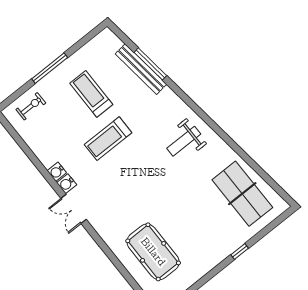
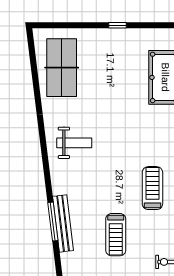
treadmill: (108, 139) -> (152, 188), moved, turned -90
window: (240, 251) -> (117, 25), moved

